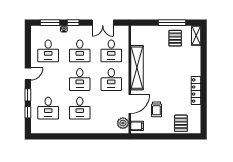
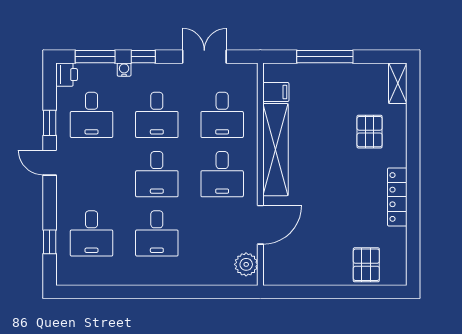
double door: (103, 23) -> (204, 57), swing flipped
window: (172, 23) -> (325, 57), moved
printer: (36, 31) -> (67, 75), added
pallet: (175, 38) -> (370, 132), moved
door: (28, 74) -> (50, 163), swing flipped
window: (28, 95) -> (50, 123), moved
trolley: (156, 109) -> (316, 236), removed
filing cabinet: (137, 126) -> (276, 92), moved

